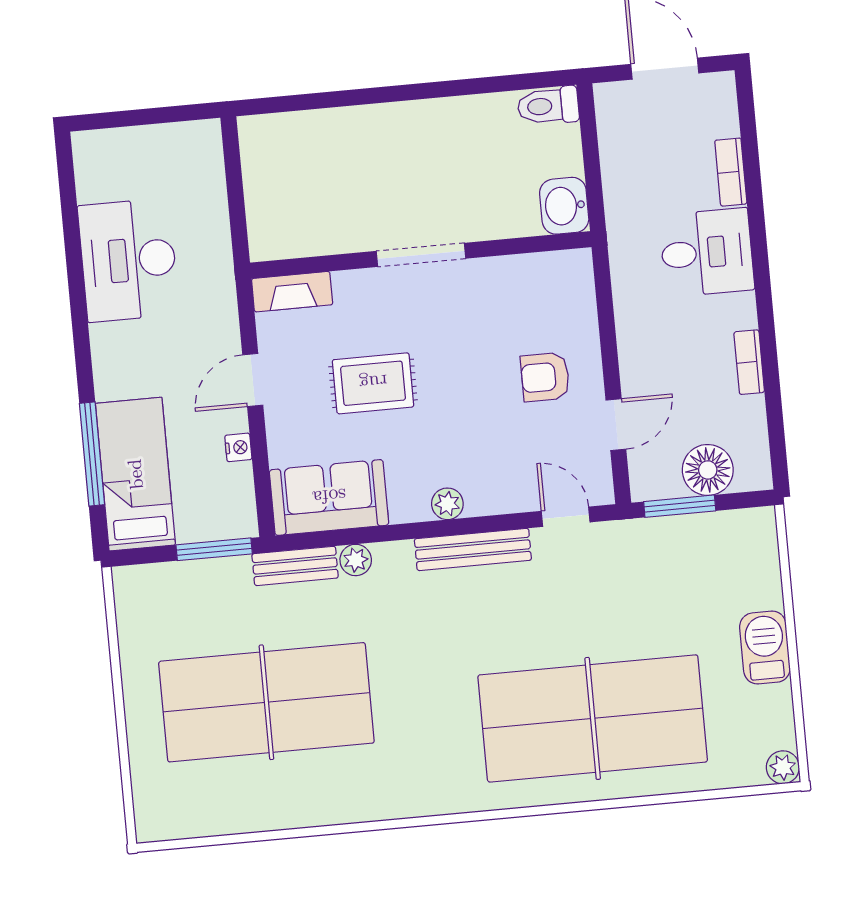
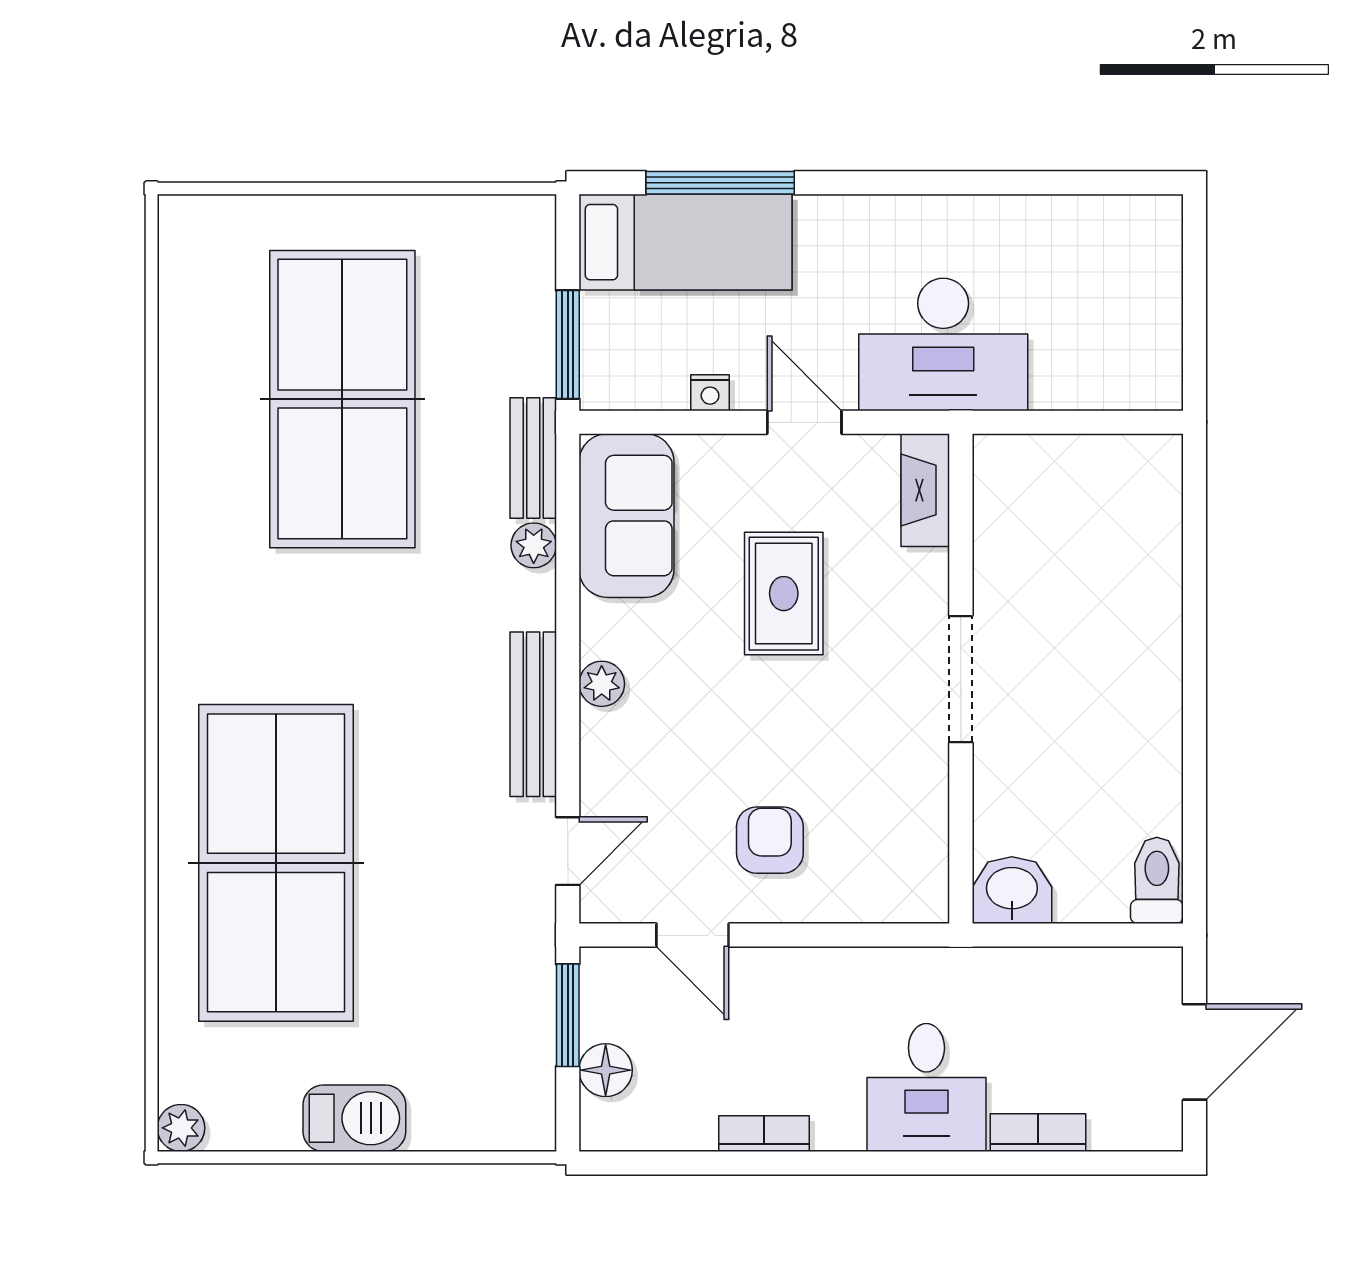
desk: (128, 260) -> (943, 344), moved, turned 180
floor lamp: (708, 470) -> (606, 1070), width x0.73, depth x0.73

